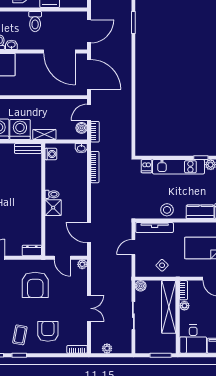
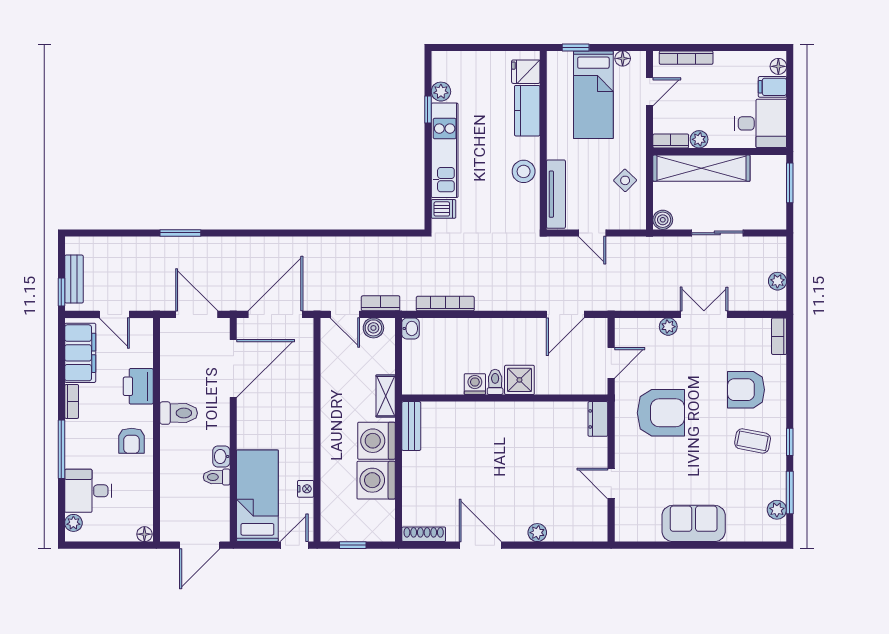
washing machine: (51, 154) -> (475, 384), moved
plant: (82, 264) -> (668, 327), moved

